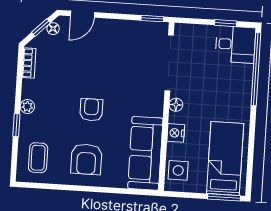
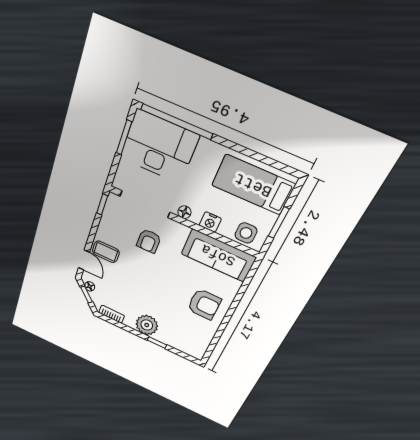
window: (226, 23) -> (124, 137), width x1.50
desk: (235, 44) -> (159, 147), width x1.87, depth x1.30
plant: (27, 107) -> (147, 325), width x1.87, depth x1.87
armchair: (91, 110) -> (149, 241), moved, turned -90
coffee table: (38, 158) -> (106, 252), moved
window: (224, 197) -> (279, 223), moved

